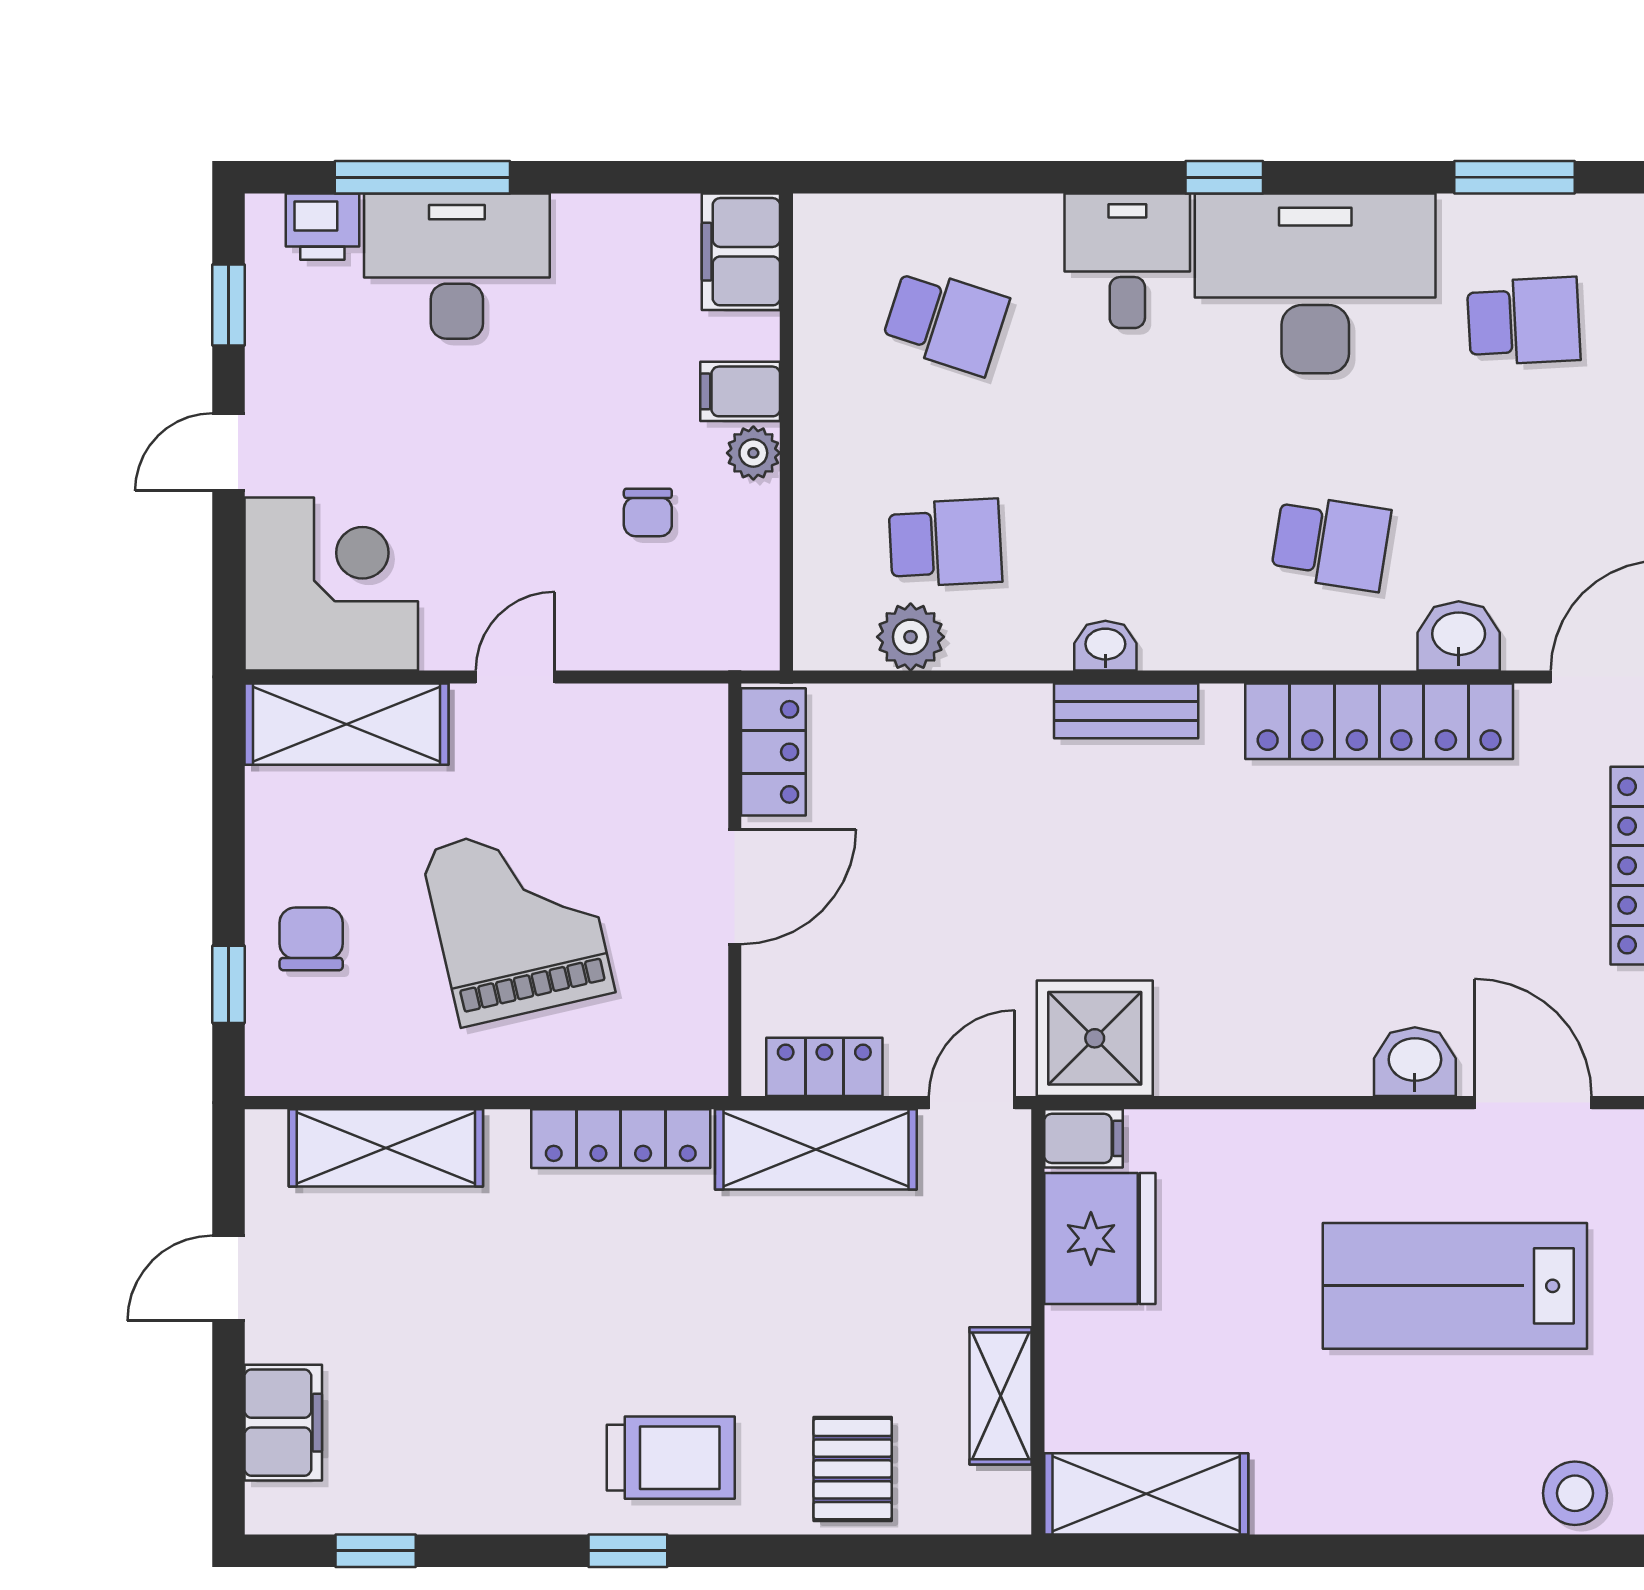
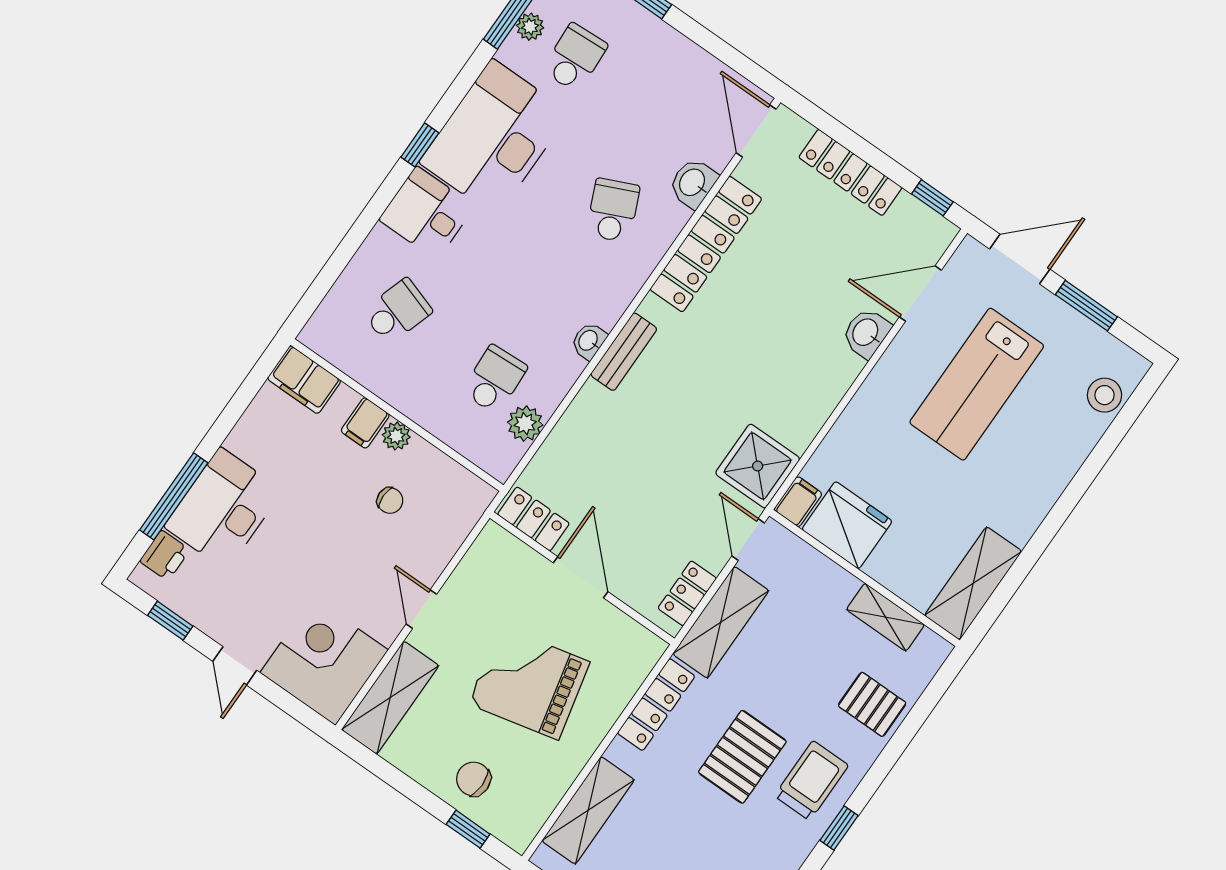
plant: (1523, 219) -> (530, 27), added
school desk: (1331, 543) -> (613, 210), turned -33
pallet: (633, 1327) -> (742, 757), added

